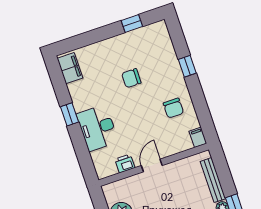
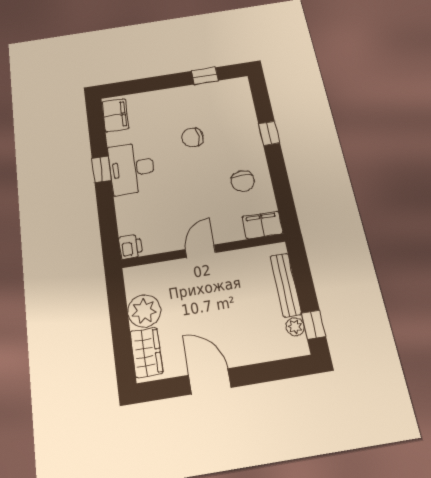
desk: (97, 128) -> (132, 168), moved
filing cabinet: (198, 137) -> (262, 225), width x2.00
printer: (125, 163) -> (130, 247), moved, turned 90

